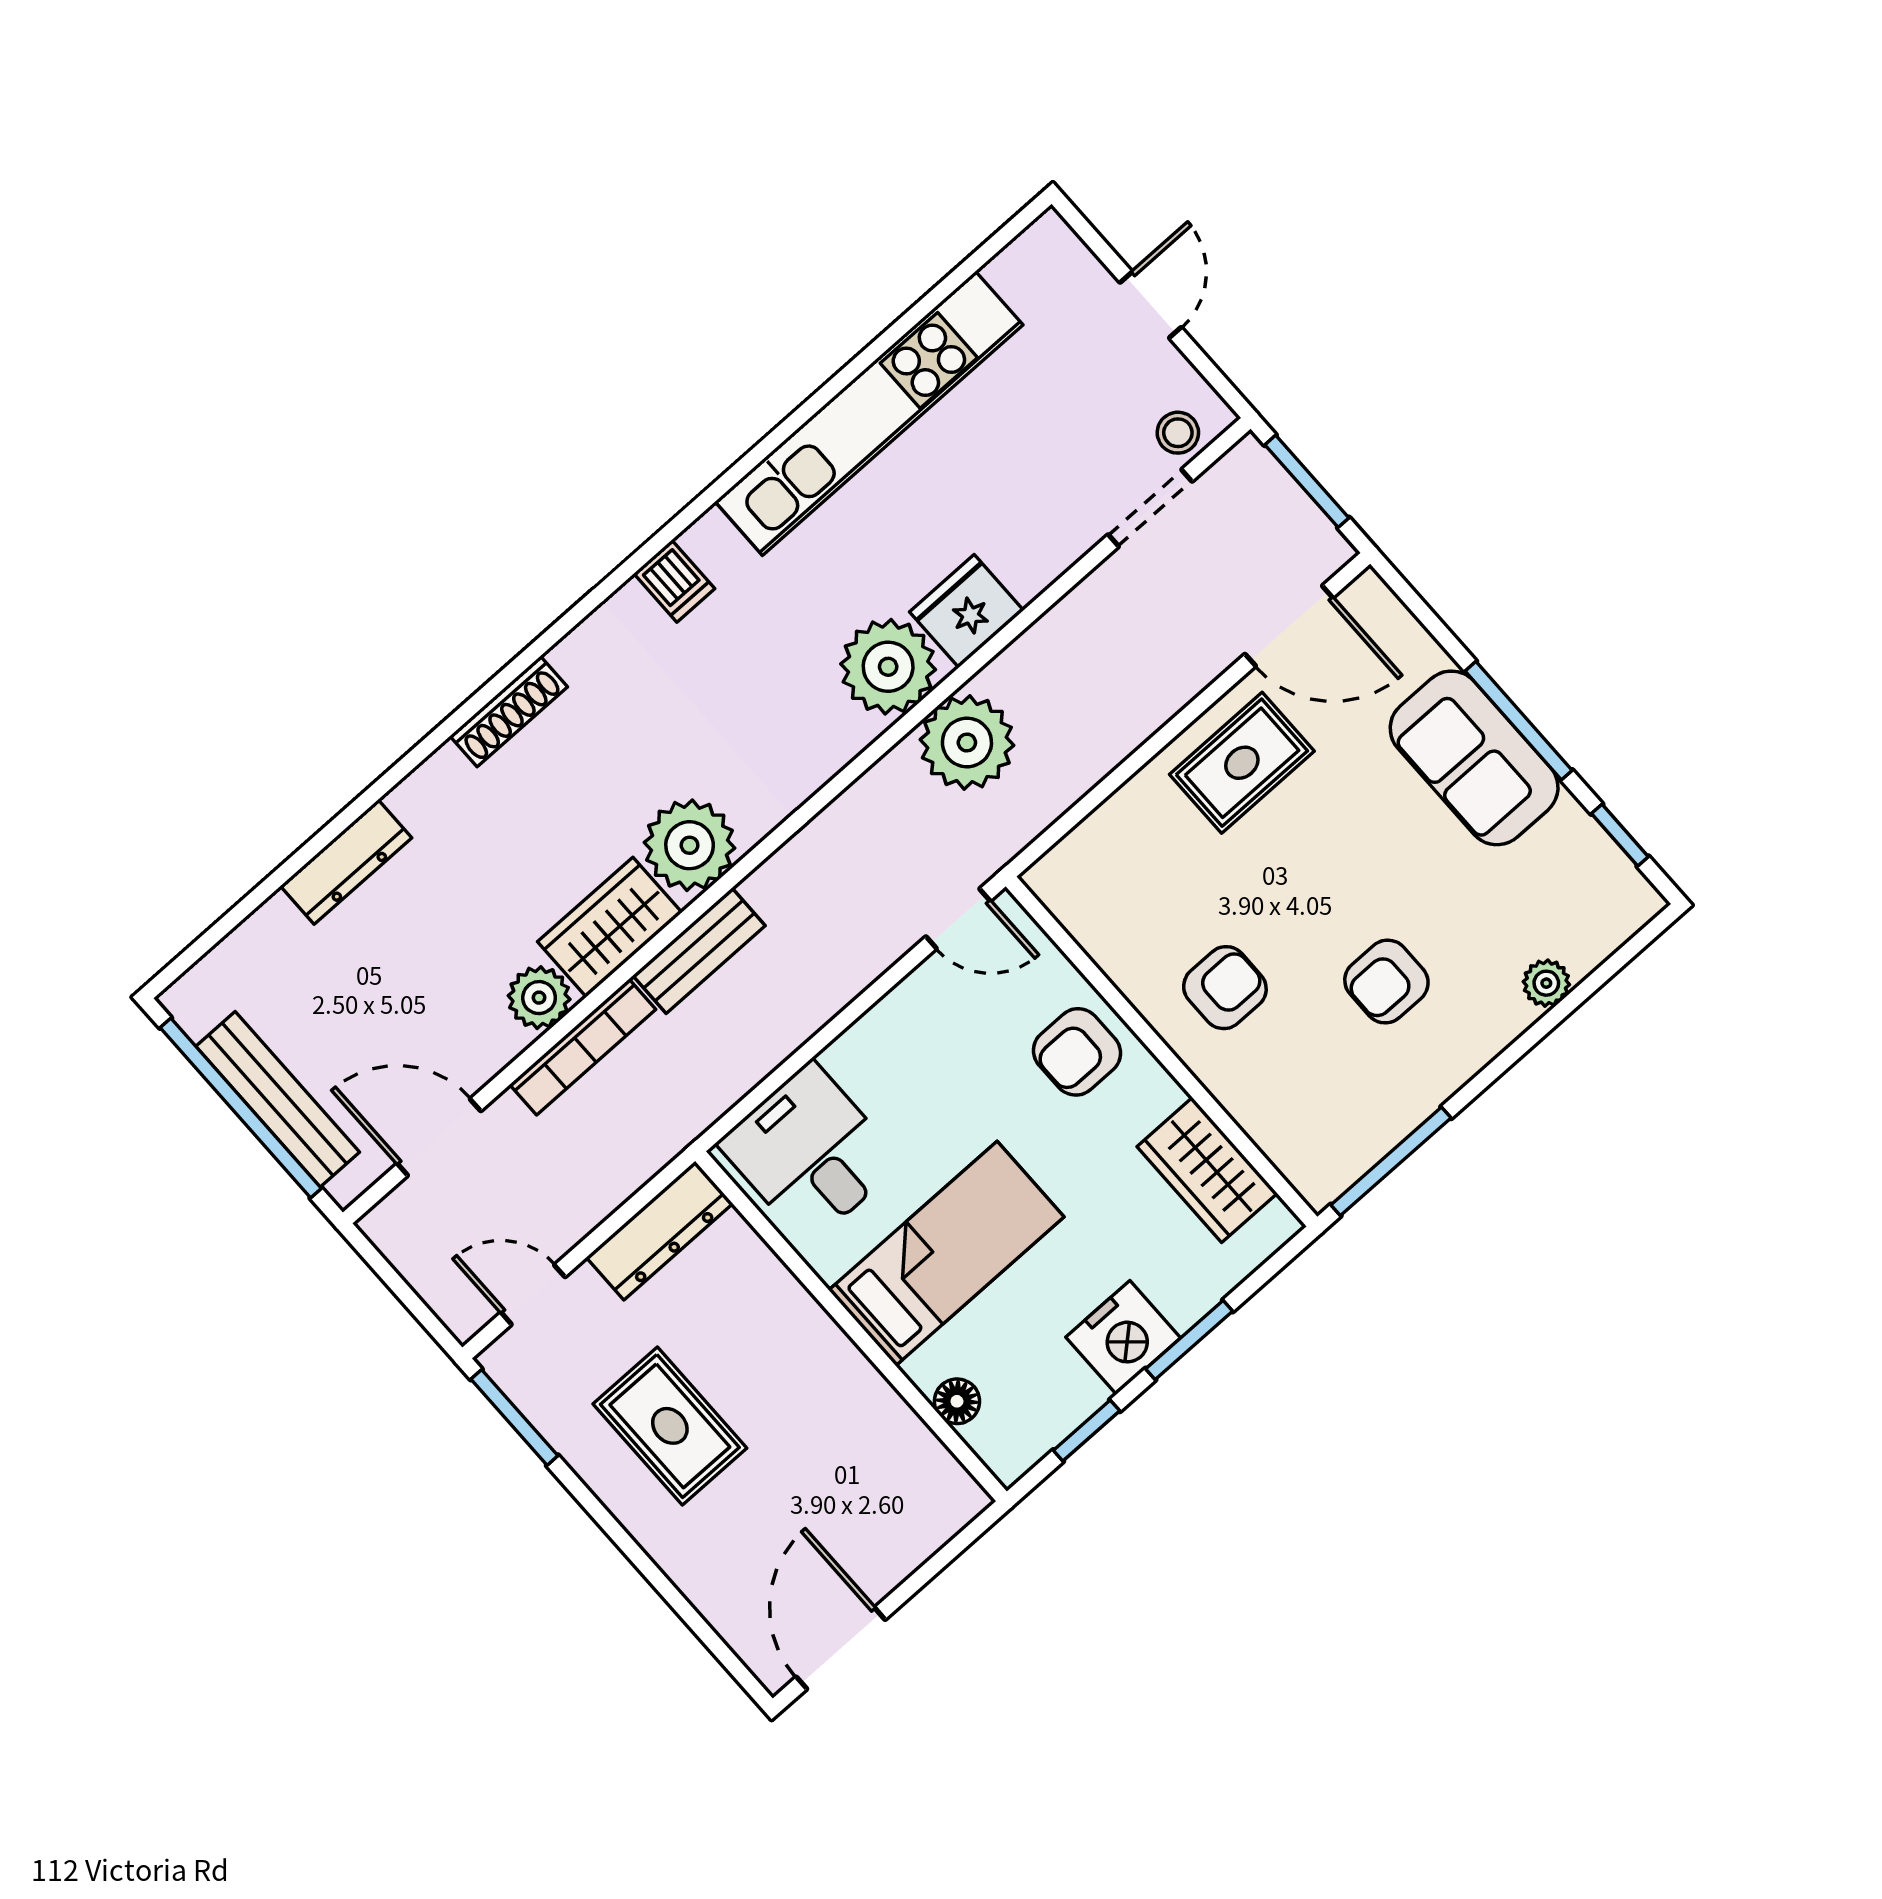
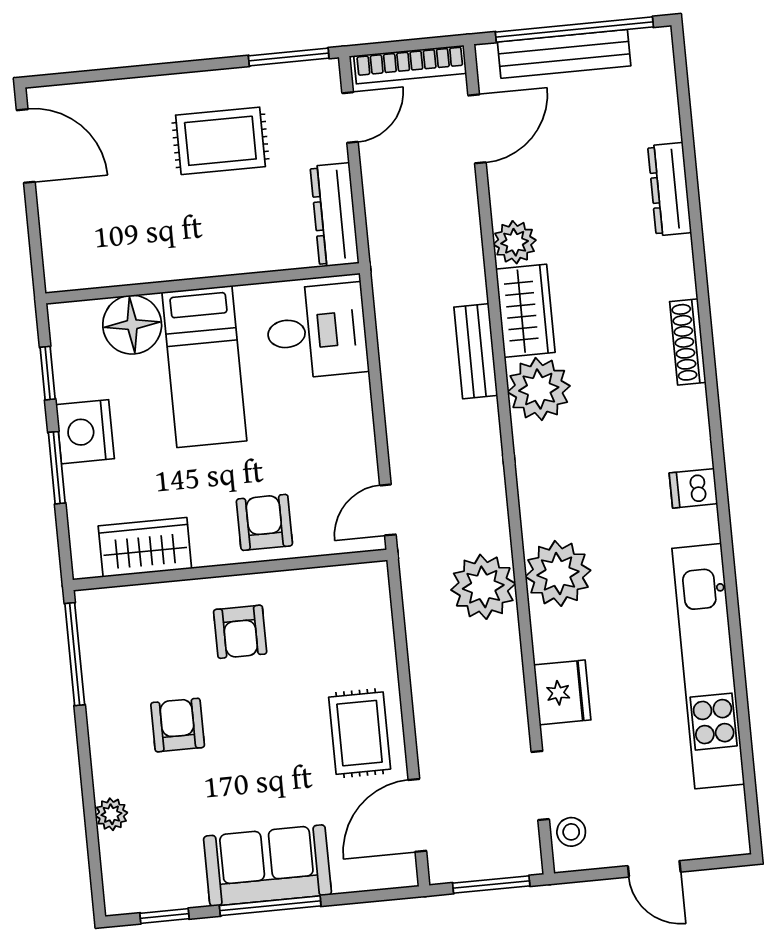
fridge: (967, 611) -> (562, 692), moved
bookcase: (583, 1047) -> (410, 65), moved, turned -90
floor lamp: (957, 1401) -> (132, 325), width x1.89, depth x1.89

